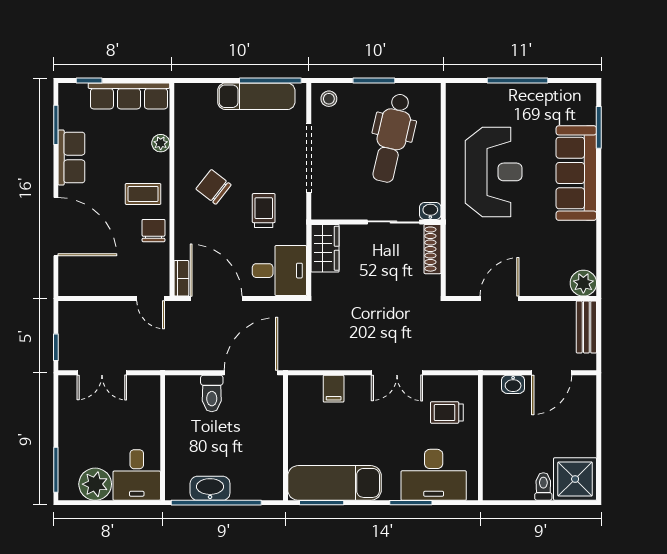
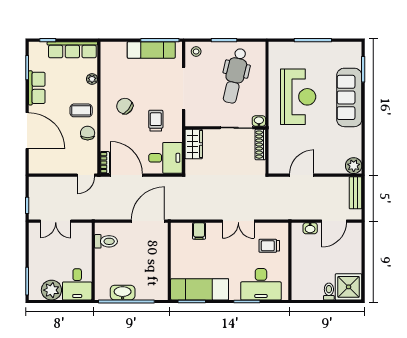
door: (151, 299) -> (86, 175), hinge flipped
toilet: (212, 393) -> (106, 241), moved, turned -90

